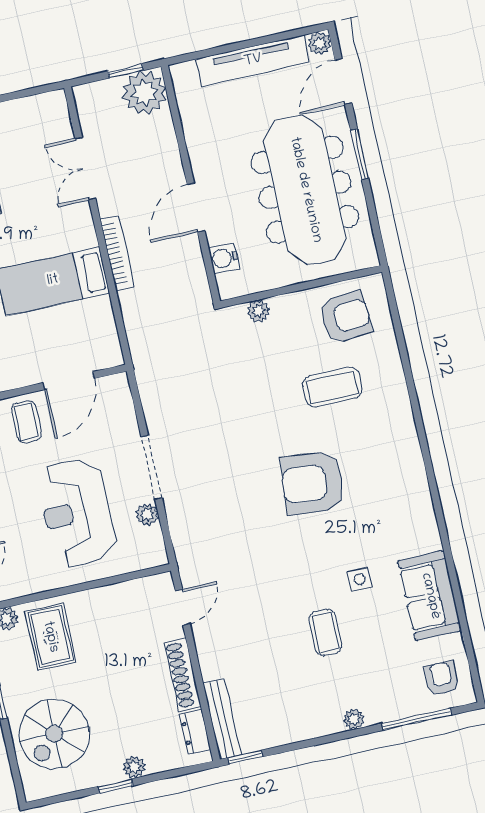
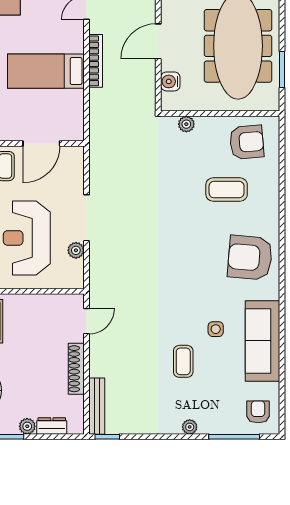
window: (359, 154) -> (282, 70), moved
armchair: (312, 483) -> (250, 258), moved
sofa: (430, 596) -> (262, 341), width x1.36
dresser: (195, 732) -> (52, 426), moved, turned 90

